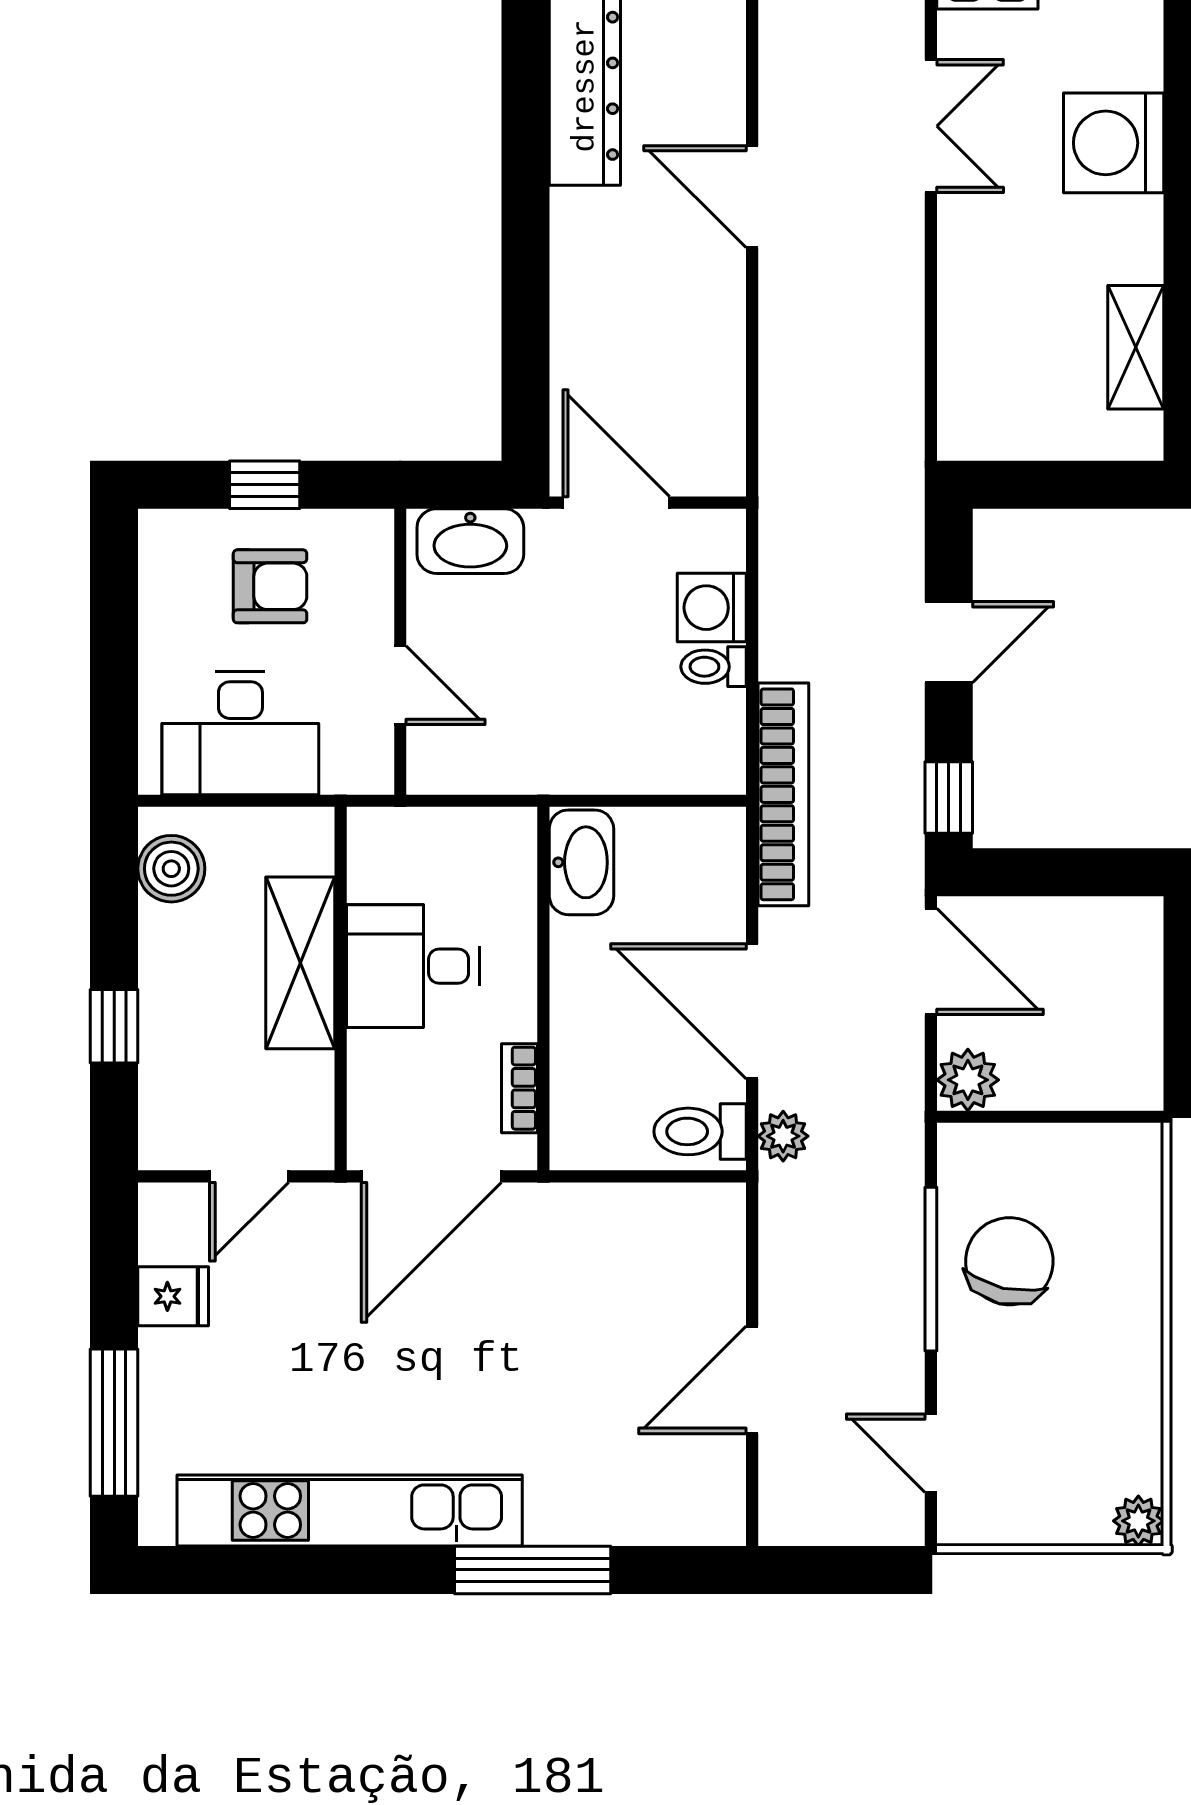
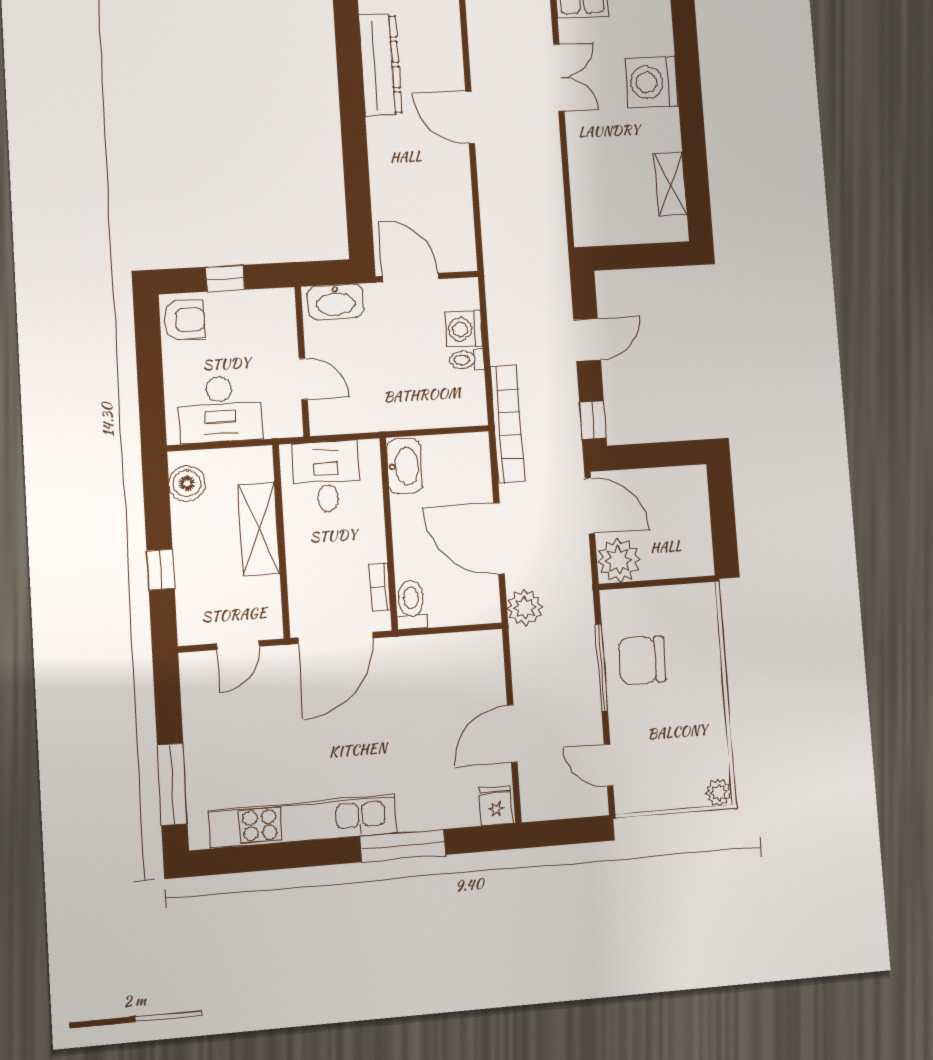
armchair: (270, 586) -> (184, 320), moved
desk: (413, 966) -> (327, 477), moved, turned 90
plant: (968, 1080) -> (619, 560), width x1.36, depth x1.36
toilet: (700, 1131) -> (411, 605), moved, turned 90
plant: (783, 1136) -> (525, 608), width x1.38, depth x1.38
chair: (1009, 1261) -> (642, 660), turned -103
fridge: (173, 1296) -> (496, 806), moved, turned -90

